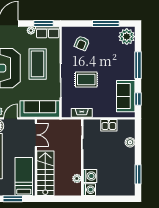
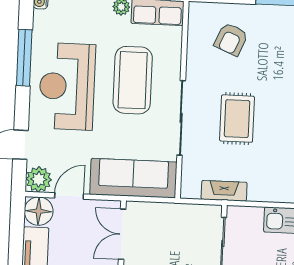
rug: (86, 80) -> (237, 119), turned 90
double door: (36, 135) -> (122, 234), swing flipped

